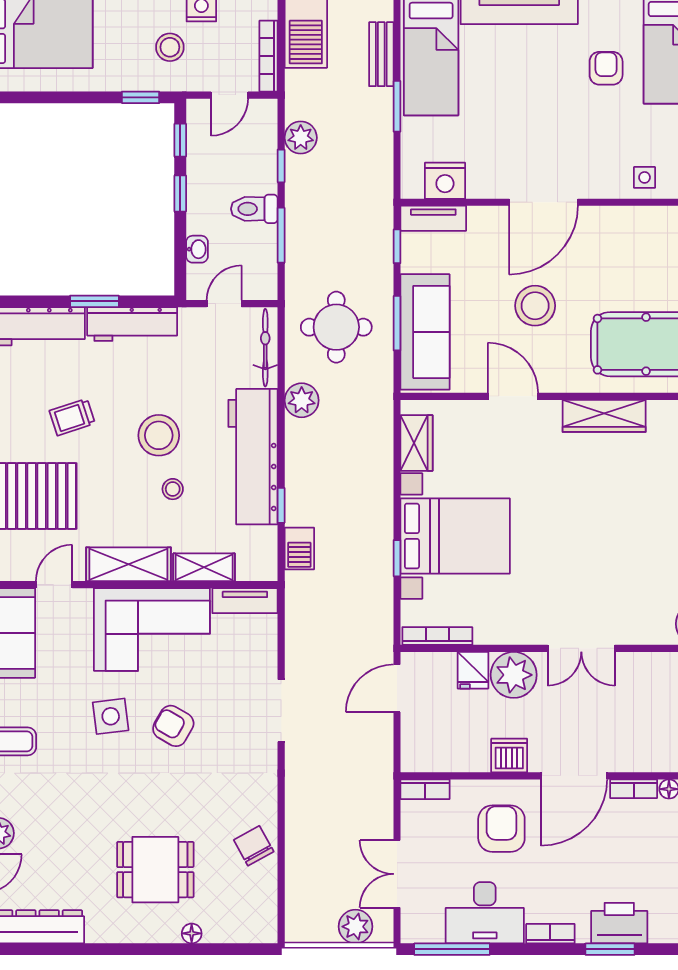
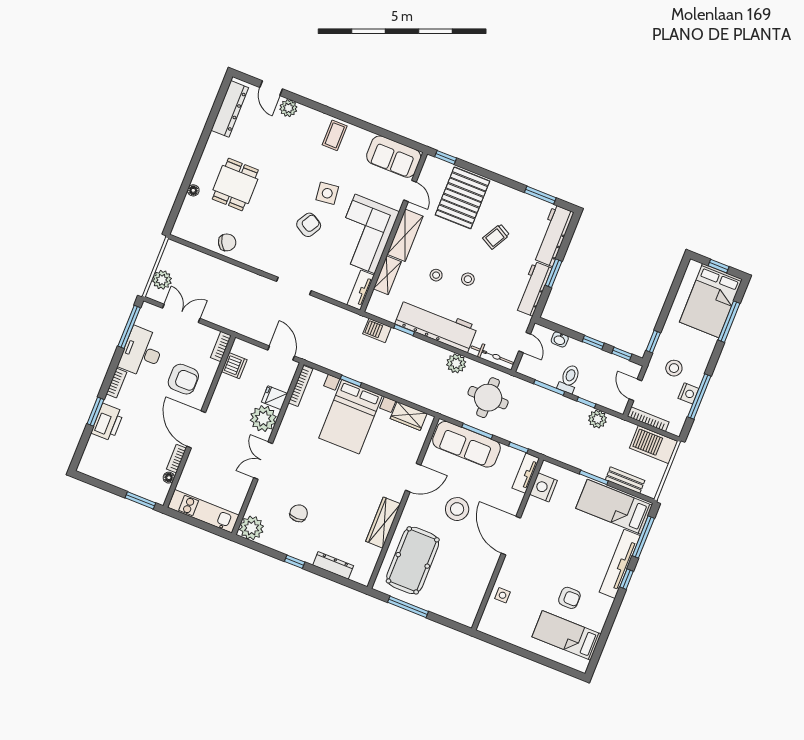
trolley: (72, 417) -> (496, 237), turned -133
stool: (159, 435) -> (468, 279), width x0.53, depth x0.53
chair: (643, 558) -> (299, 513), added
dishwasher: (509, 756) -> (234, 366), moved

